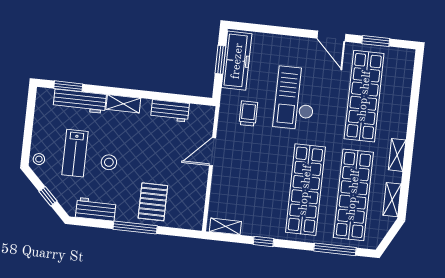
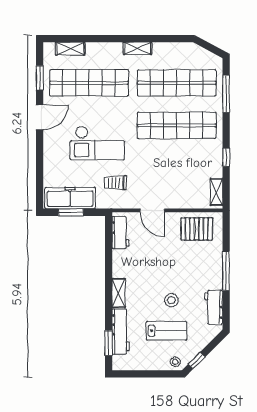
workbench: (170, 111) -> (120, 233), moved
window: (48, 196) -> (197, 361), moved
shelving: (392, 200) -> (70, 49), moved
pallet: (153, 202) -> (197, 229), moved

